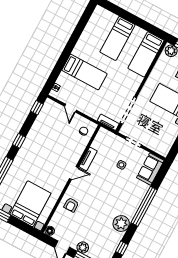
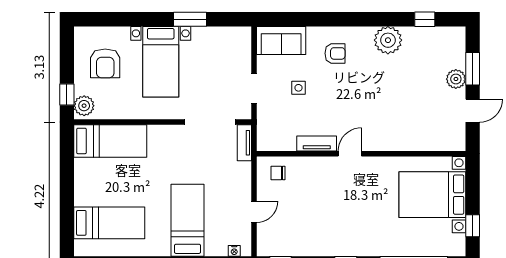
bed: (117, 38) -> (109, 223), moved
door: (74, 173) -> (350, 154), hinge flipped
armchair: (71, 205) -> (335, 53), moved
window: (144, 206) -> (343, 19), removed
floor lamp: (50, 231) -> (458, 143), removed

